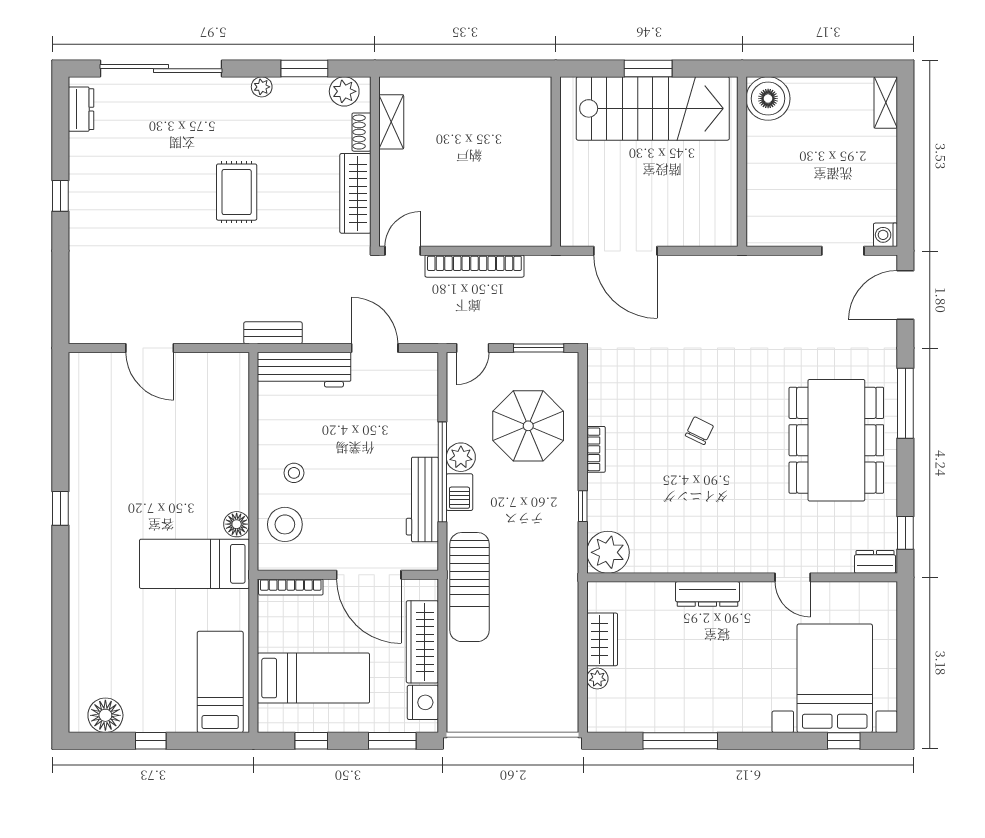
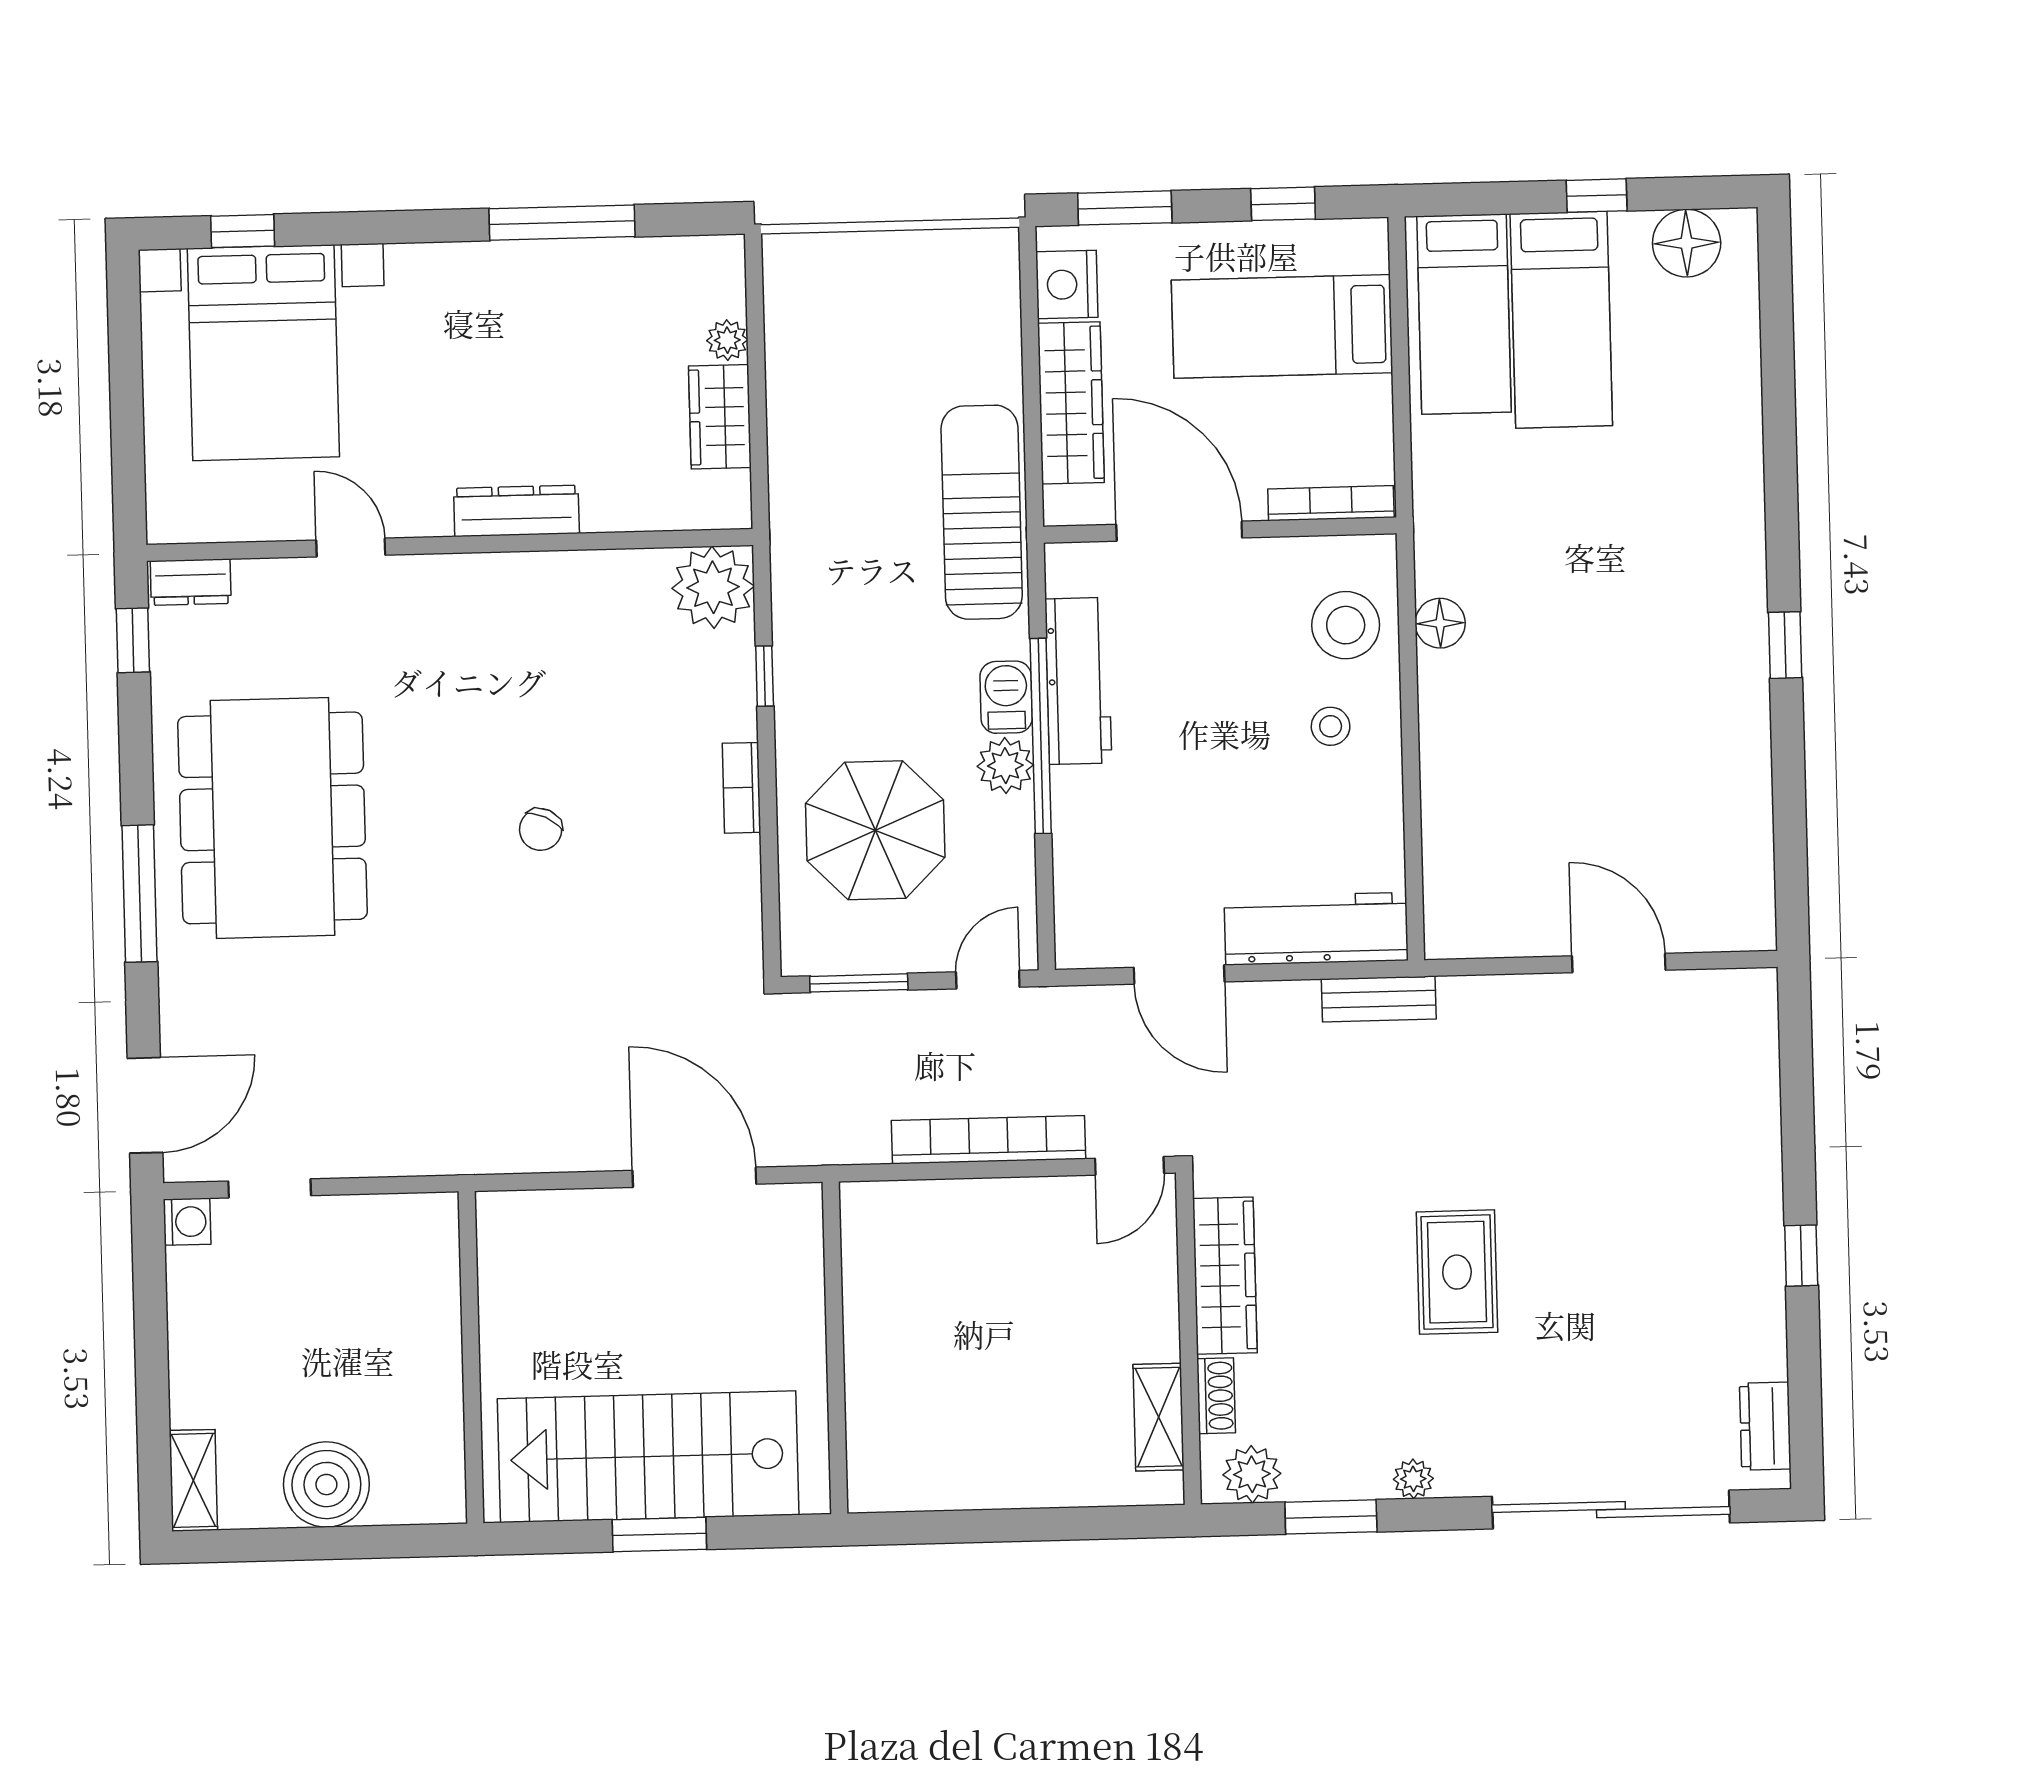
boiler: (768, 99) -> (326, 1485), moved
bed: (194, 564) -> (1561, 320), moved, turned 90

